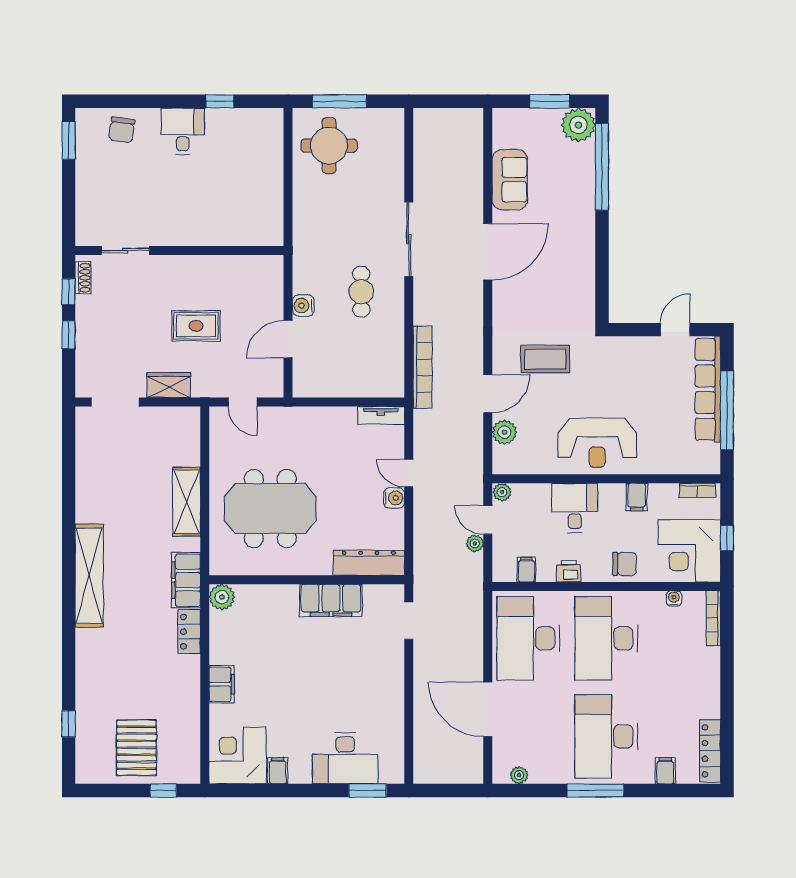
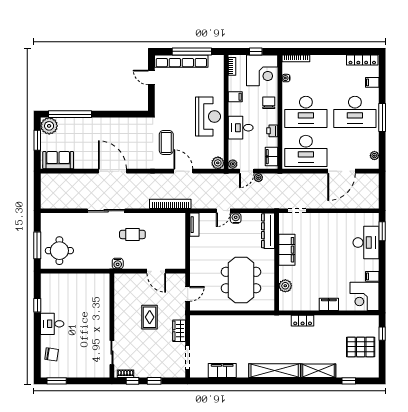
sofa: (510, 180) -> (58, 160), moved
water cooler: (303, 306) -> (118, 264), moved
plant: (504, 432) -> (218, 163), moved
shelving: (187, 502) -> (318, 371), moved
filing cabinet: (526, 570) -> (272, 157), width x2.00
filing cabinet: (186, 580) -> (222, 370), moved, turned 180
plant: (222, 597) -> (285, 286), moved

